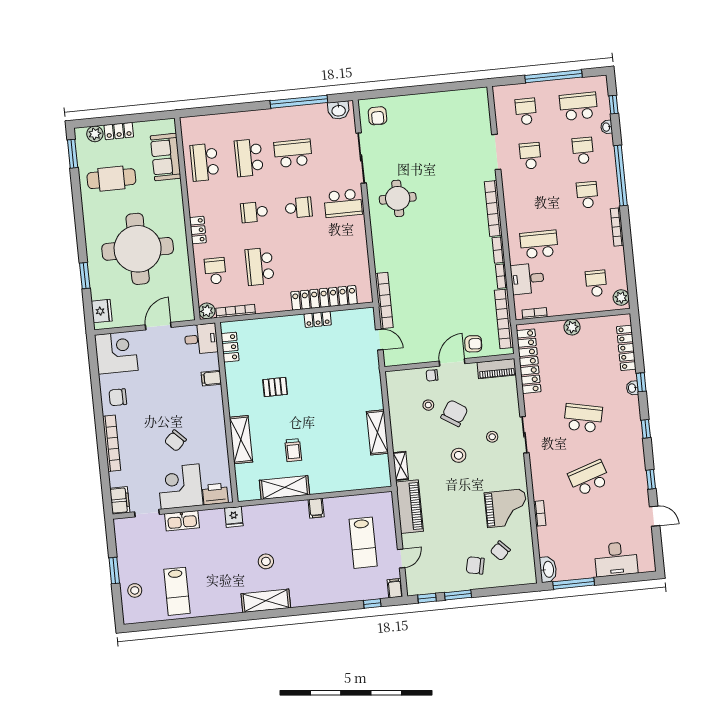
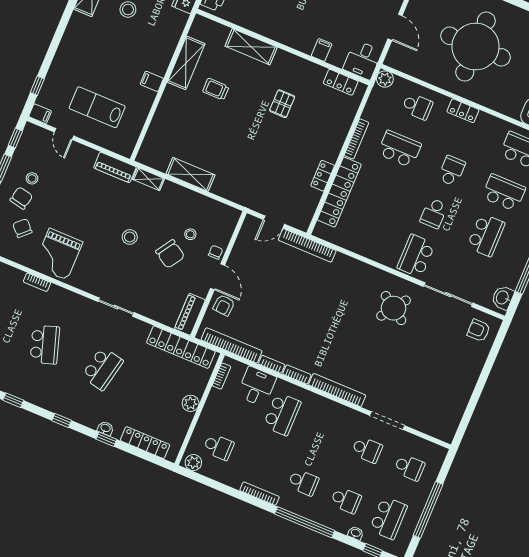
round table: (398, 198) -> (393, 308), turned 35
bookcase: (236, 311) -> (356, 139), moved
stool: (492, 437) -> (32, 178), moved
piano: (410, 507) -> (115, 167), width x0.73, depth x0.75

